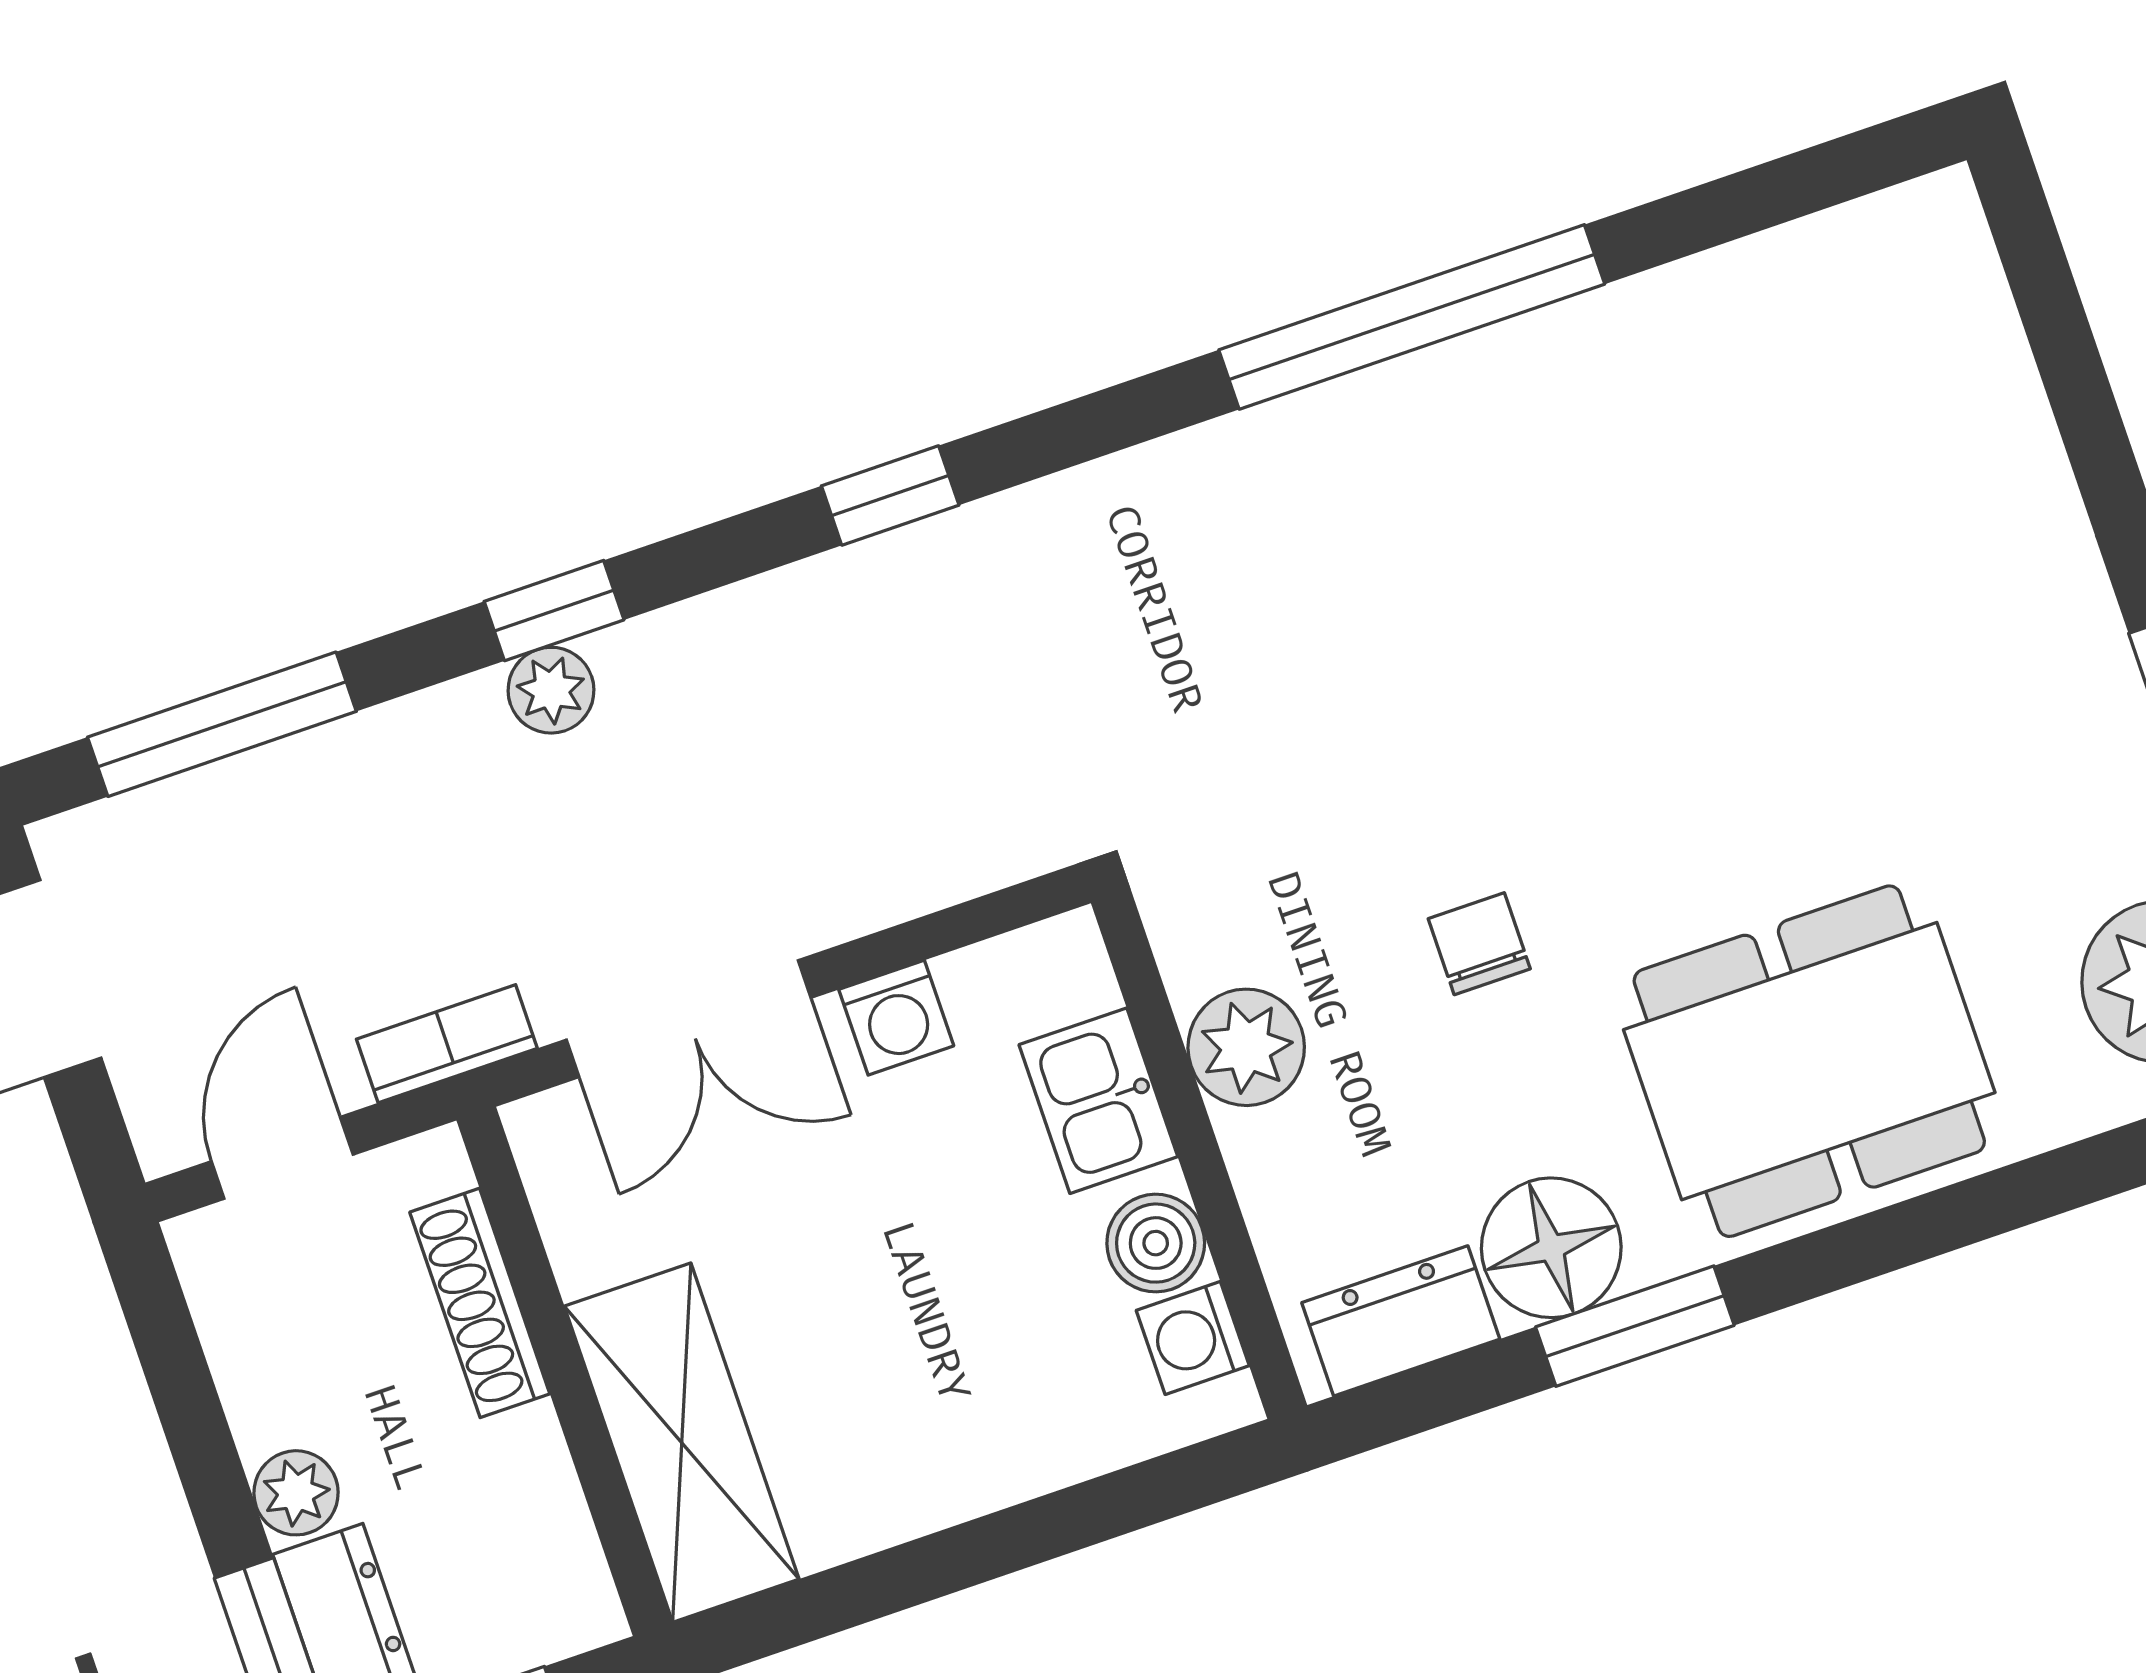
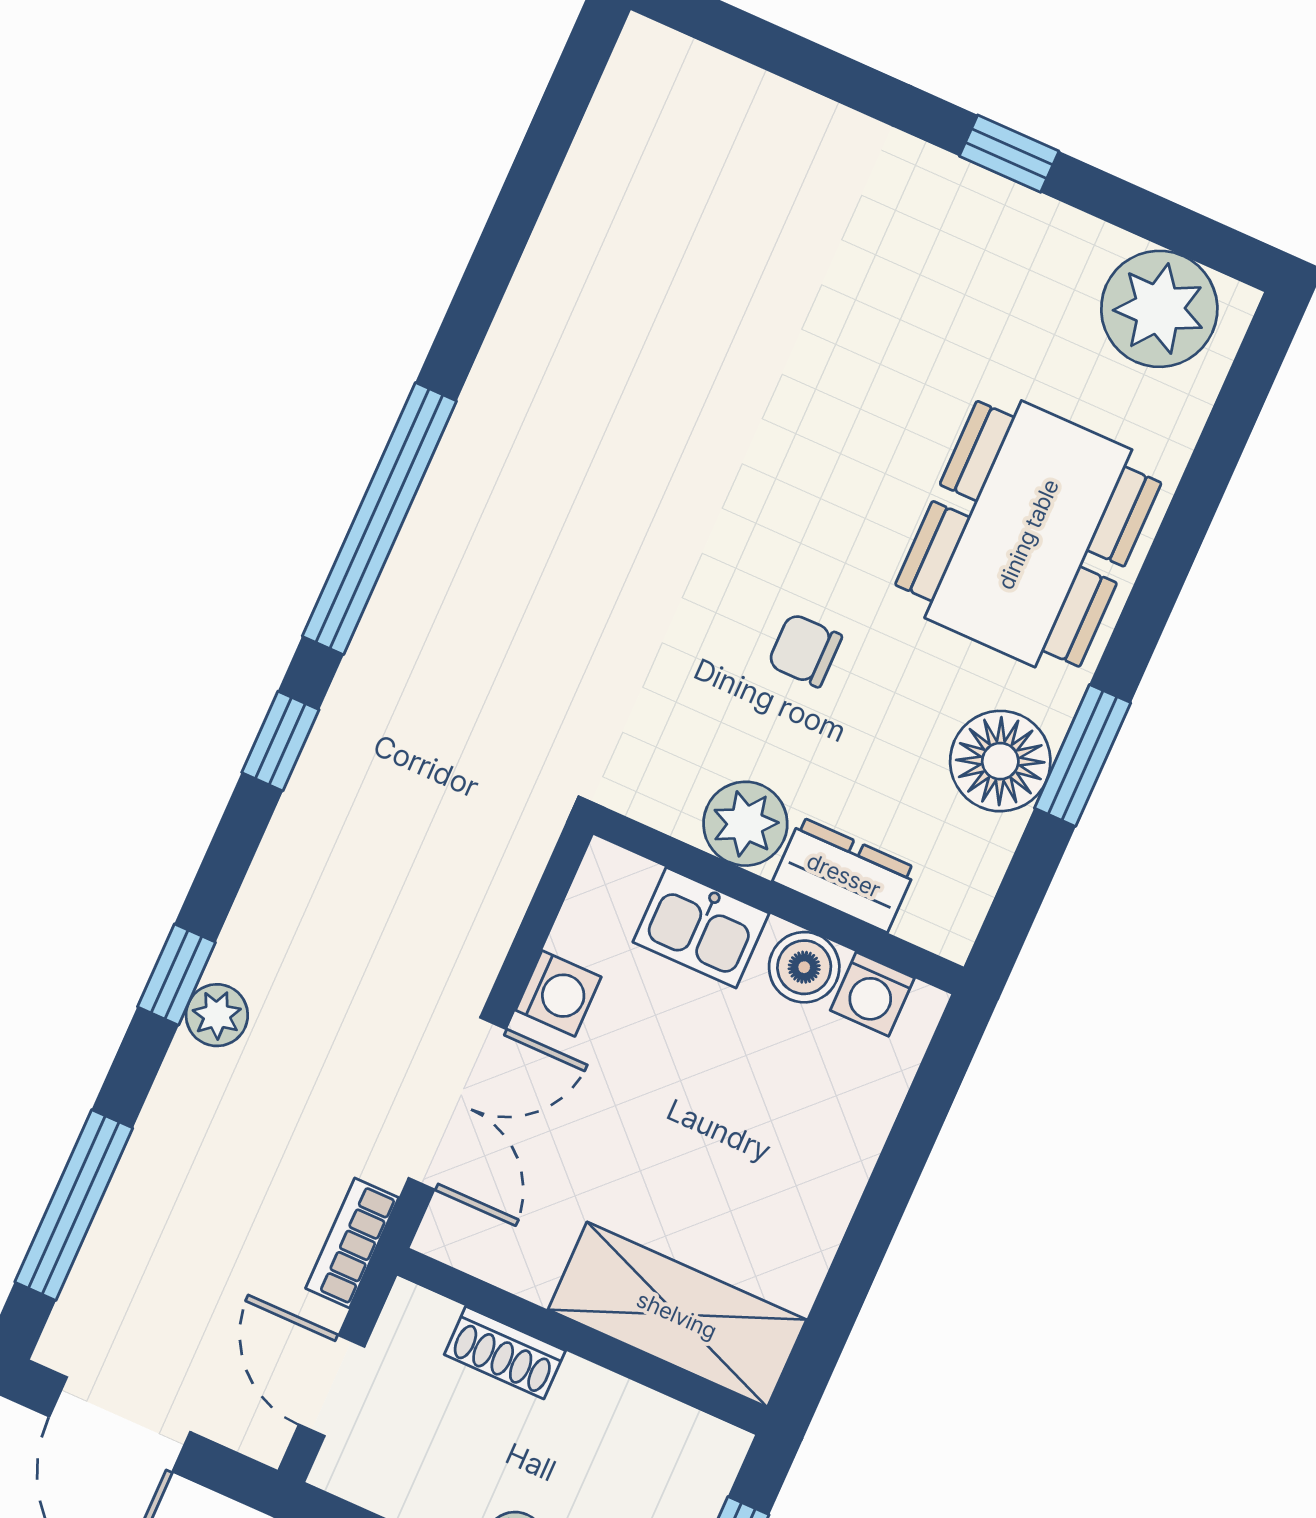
window: (1412, 317) -> (379, 519), moved
shoe rack: (480, 1303) -> (505, 1353), width x0.70
dresser: (1401, 1321) -> (844, 875), moved, turned 90

